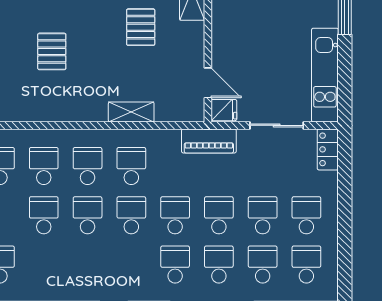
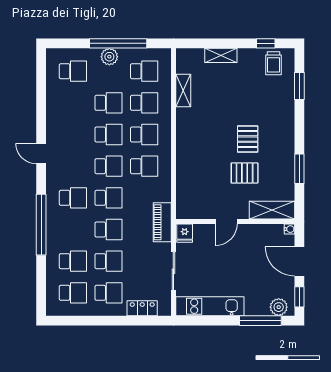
pallet: (52, 51) -> (248, 139), moved, turned 90
door: (208, 83) -> (226, 222), moved
shelving: (131, 112) -> (183, 91), moved
locker: (328, 149) -> (142, 308), moved
school desk: (219, 264) -> (73, 229), removed

